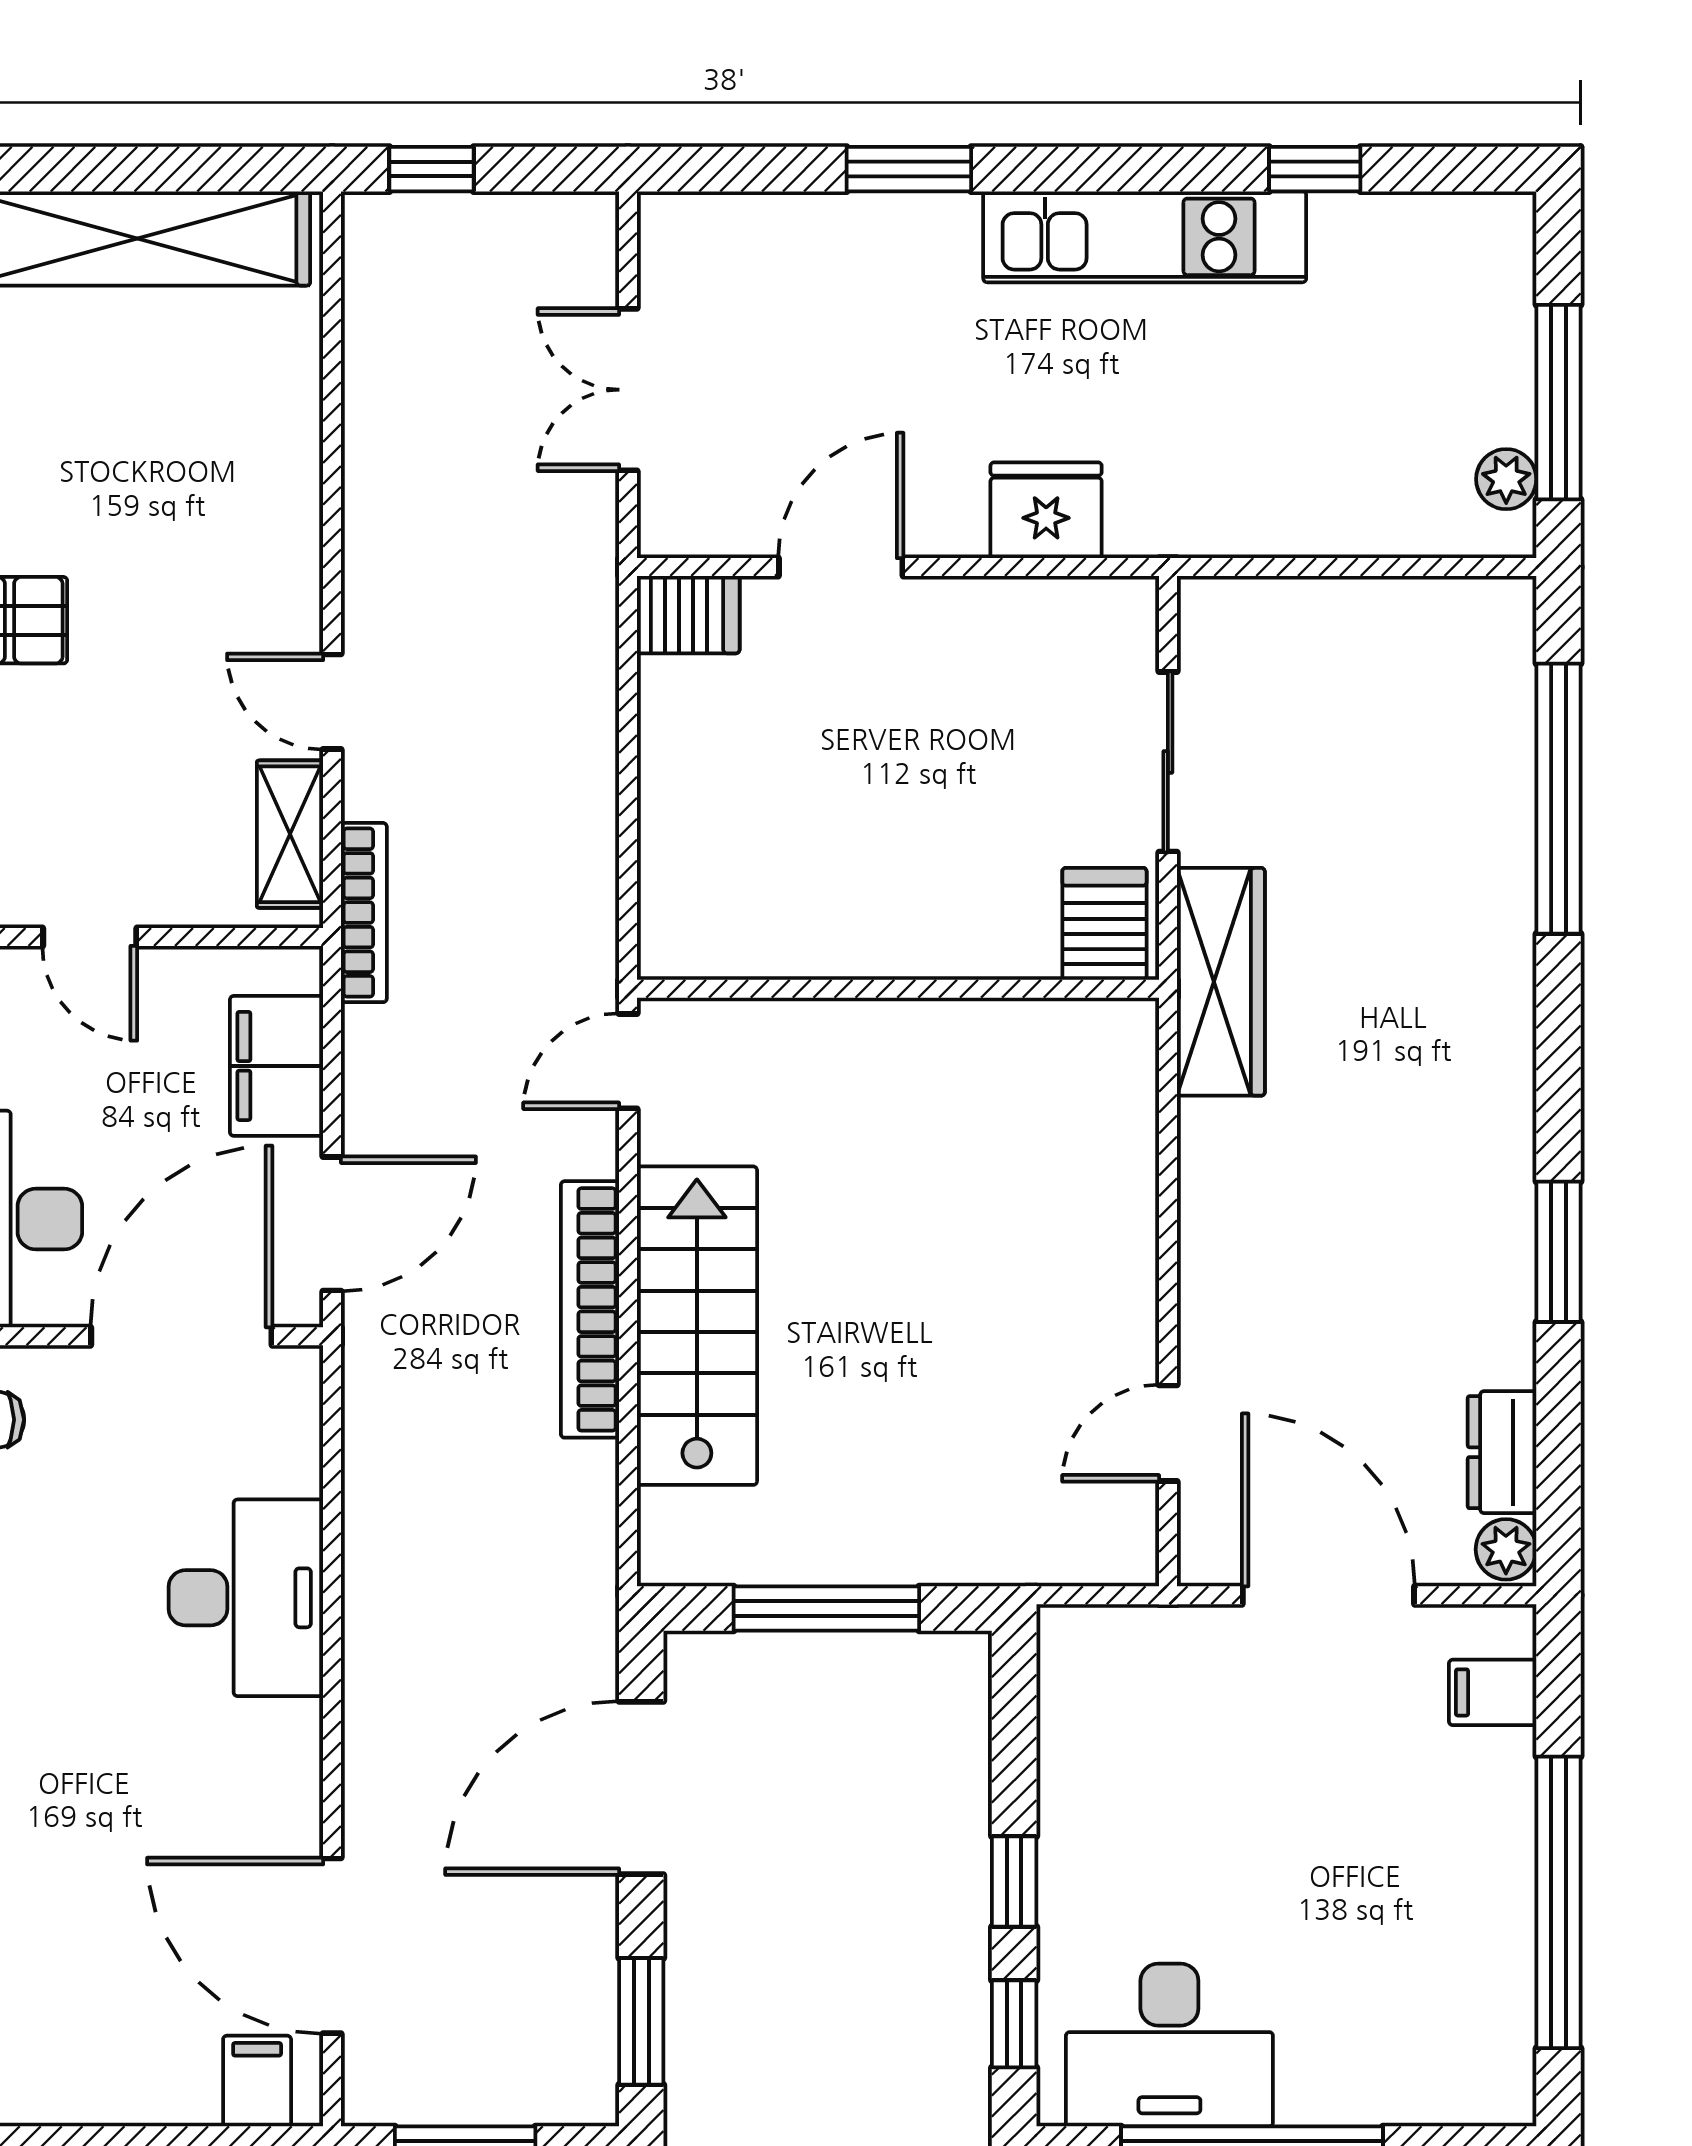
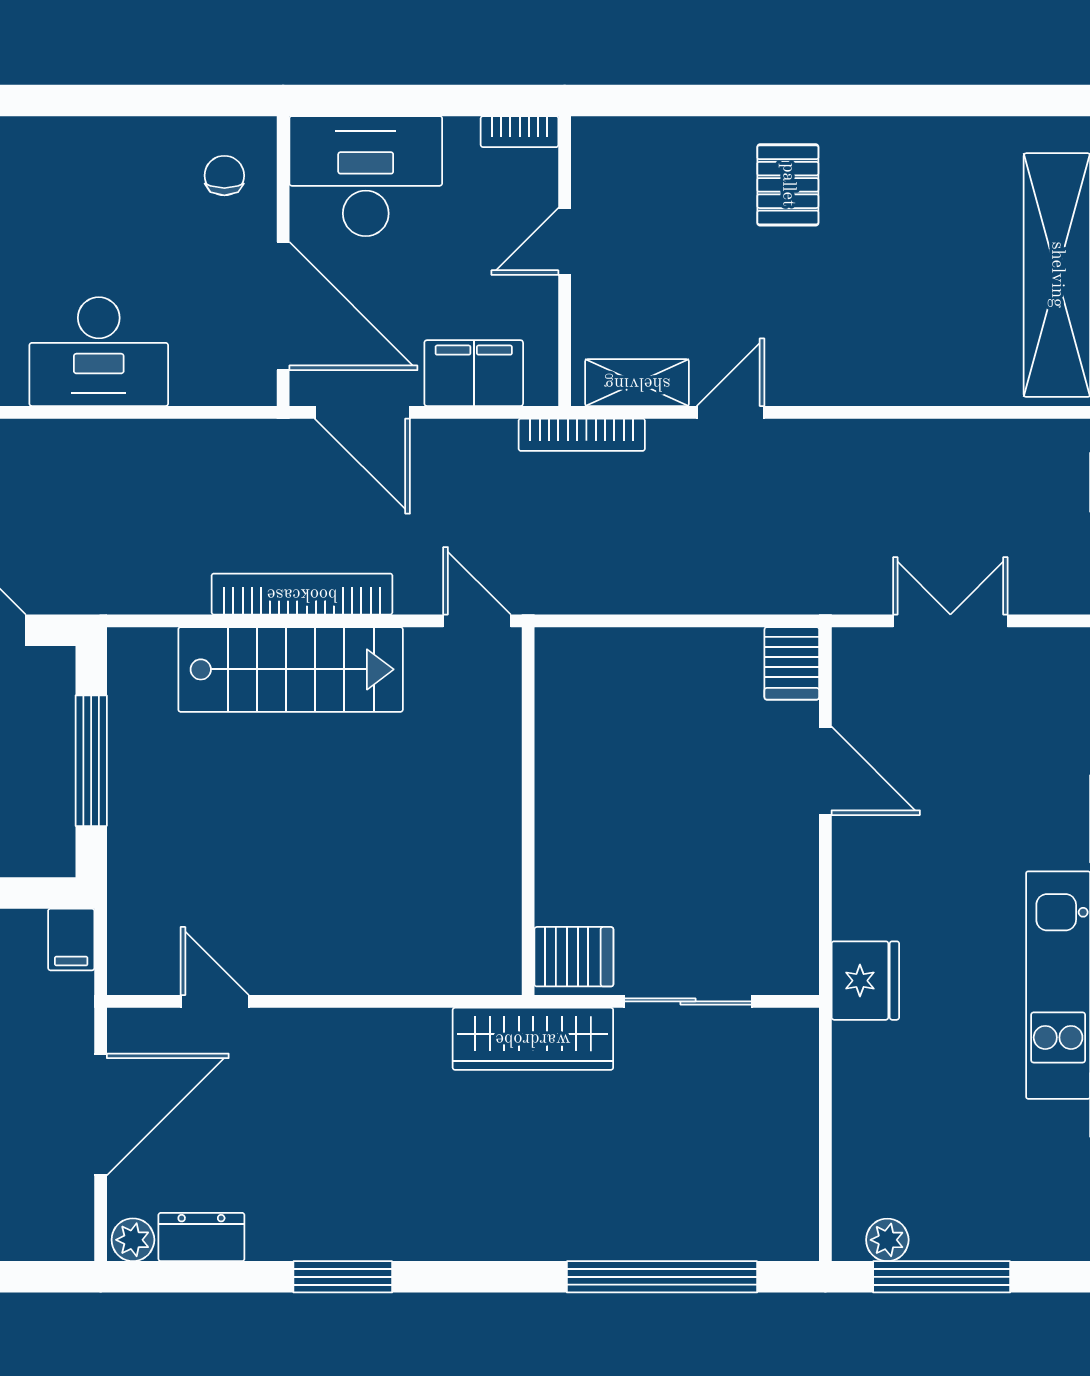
fridge: (1046, 510) -> (865, 981), moved
filing cabinet: (1493, 1692) -> (71, 939), moved, turned 180

